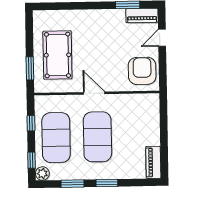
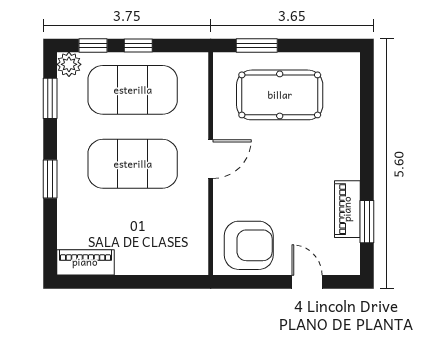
piano: (142, 16) -> (347, 209), moved
window: (31, 123) -> (138, 46), moved
window: (73, 184) -> (50, 98), moved

